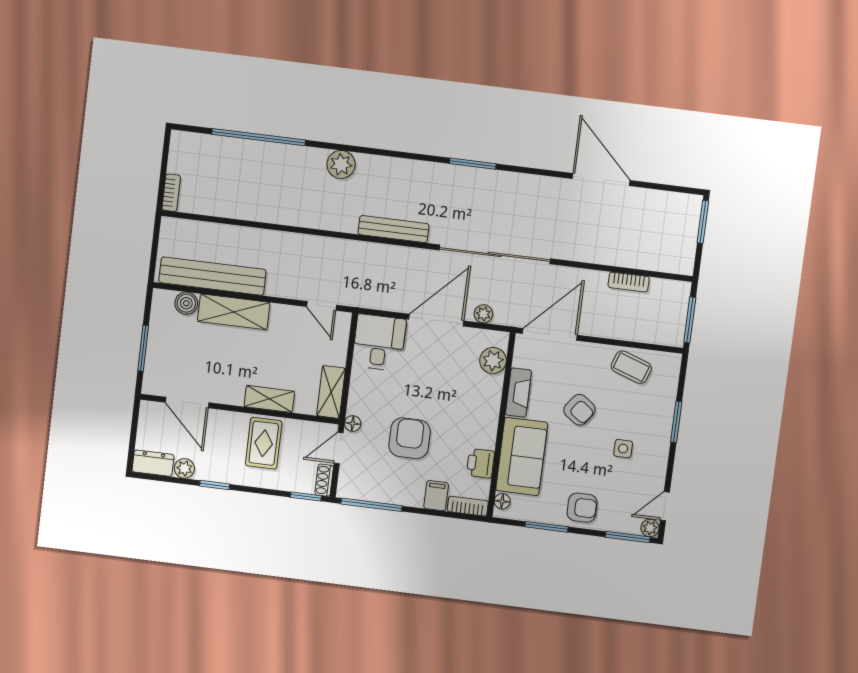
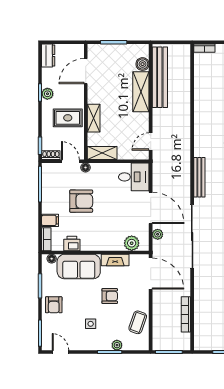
bookcase: (629, 282) -> (186, 314), width x1.56
armchair: (579, 410) -> (110, 296), turned -126
plant: (184, 468) -> (47, 94), moved
plant: (650, 528) -> (117, 345), moved

